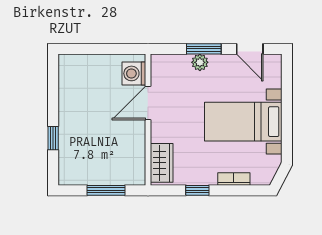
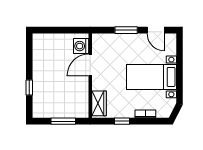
plant: (200, 62) -> (124, 39), removed

